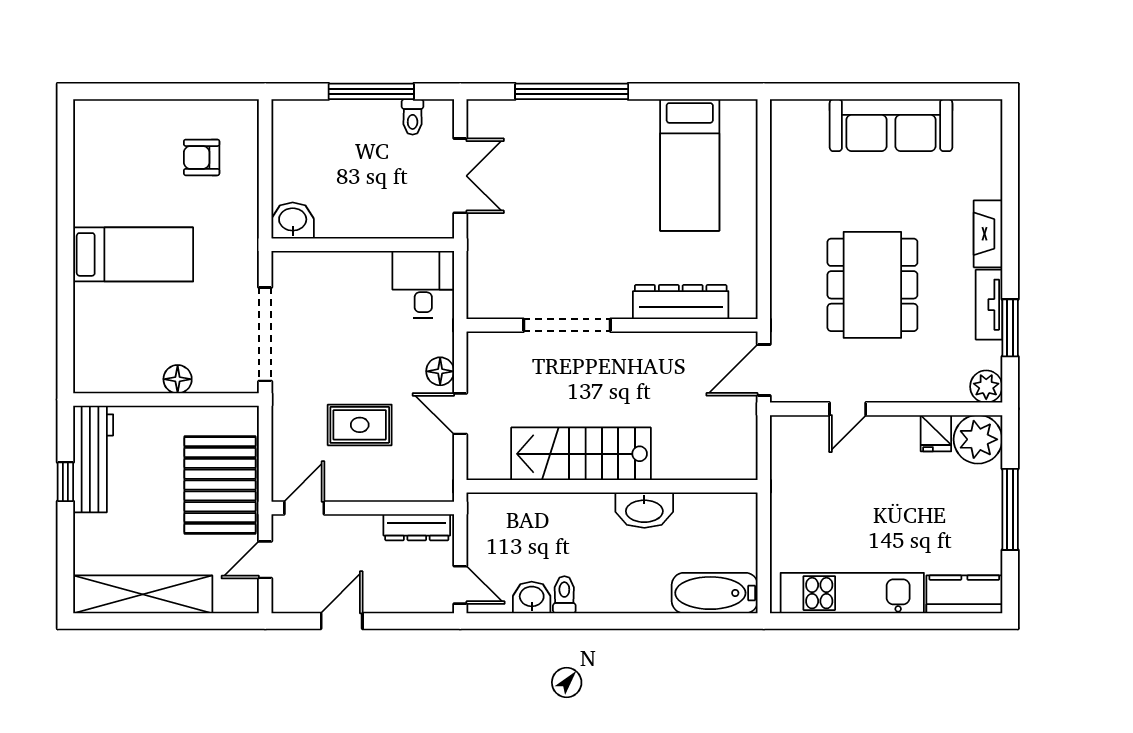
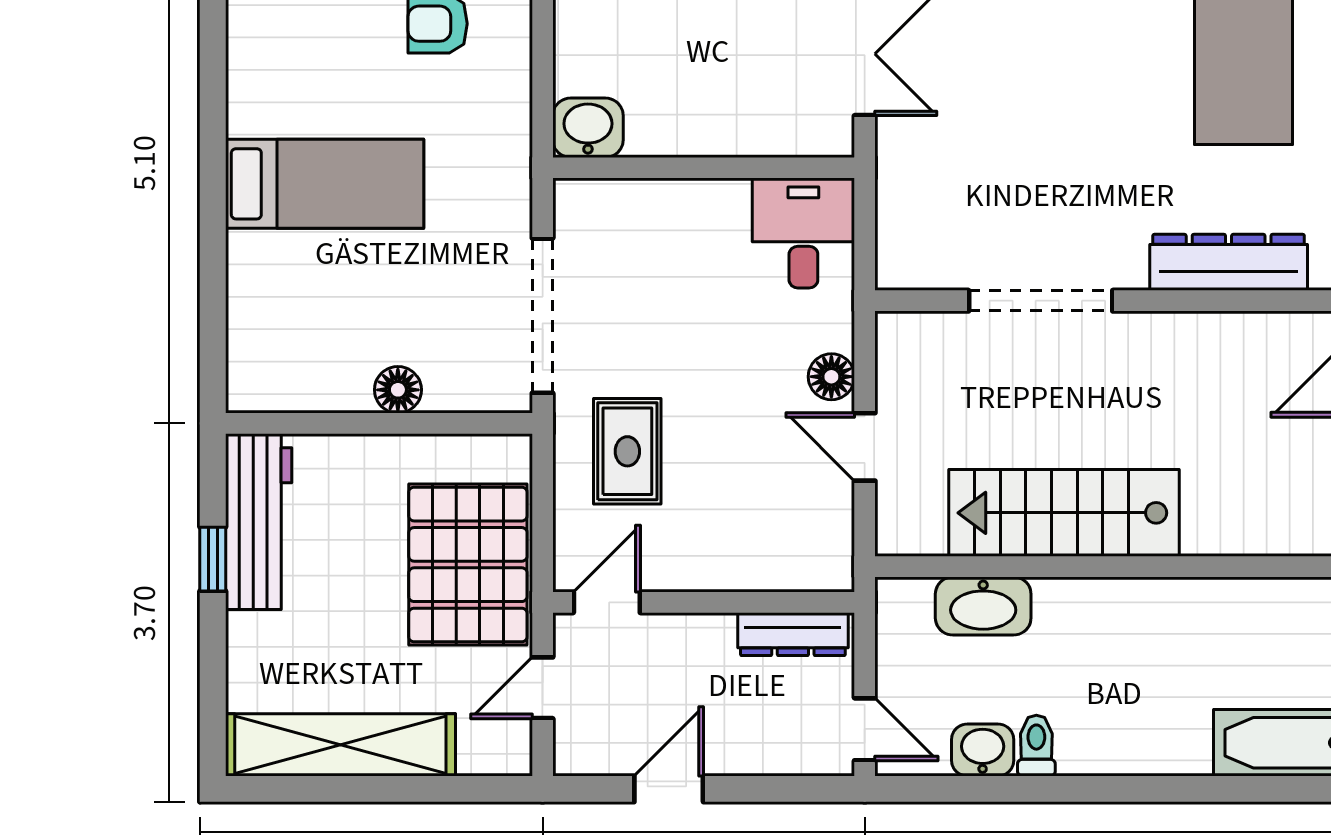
rug: (360, 425) -> (627, 451), moved, turned 90
washbasin: (644, 510) -> (983, 606), moved

